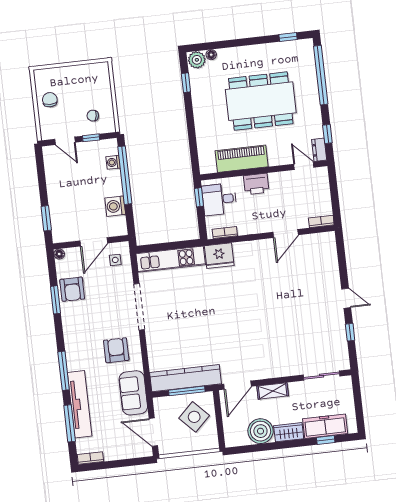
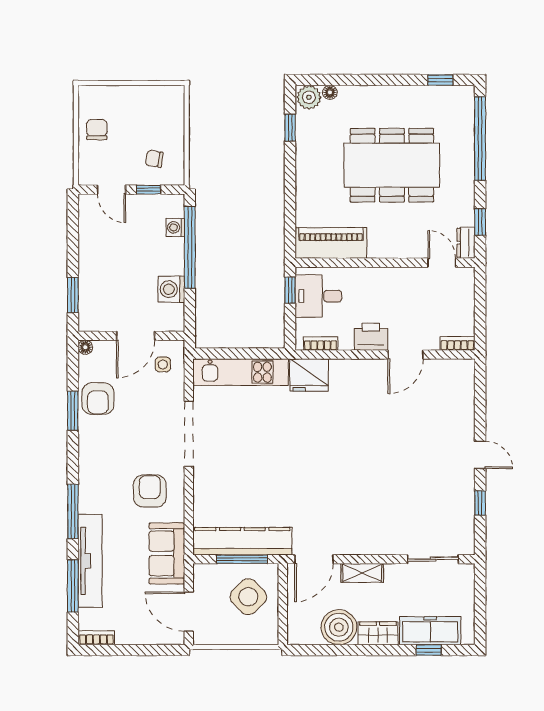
piano: (242, 159) -> (331, 243), moved
printer: (256, 184) -> (371, 337), moved, turned 180

